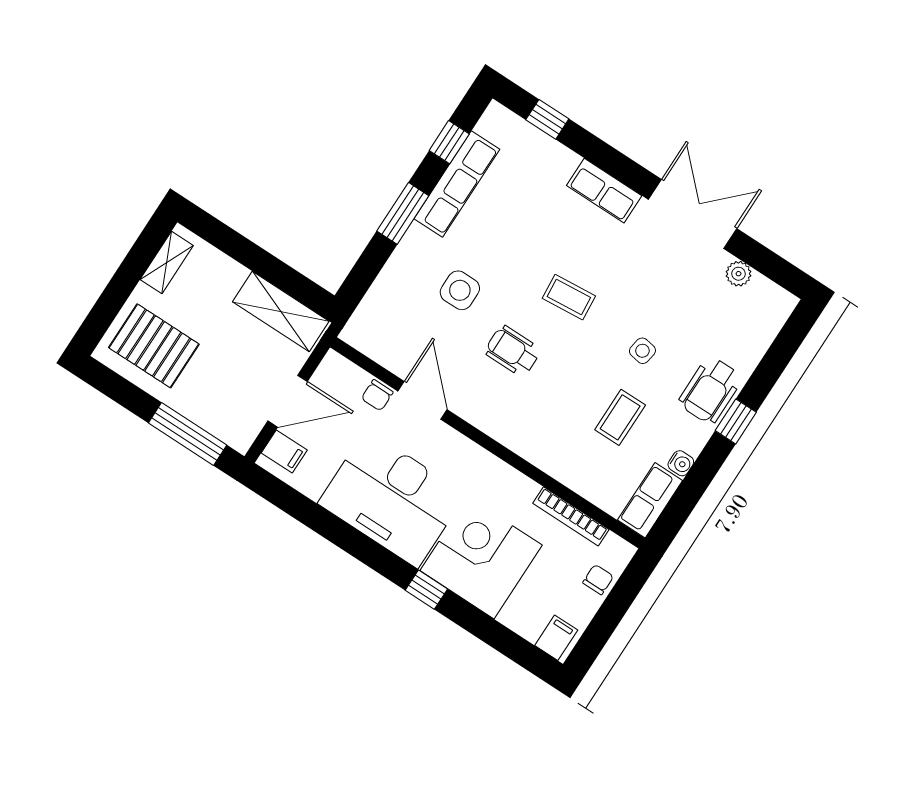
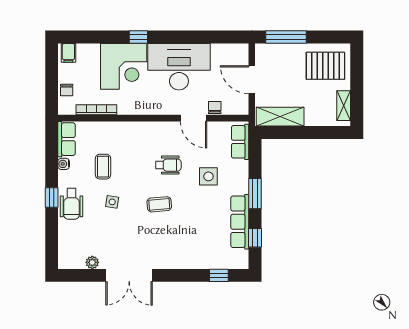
row of seats: (604, 191) -> (240, 142), moved, turned -90
wheelchair: (710, 390) -> (72, 204), turned 180
door: (288, 401) -> (252, 80), hinge flipped
filing cabinet: (284, 452) -> (239, 57), removed

